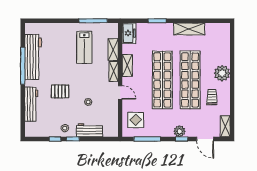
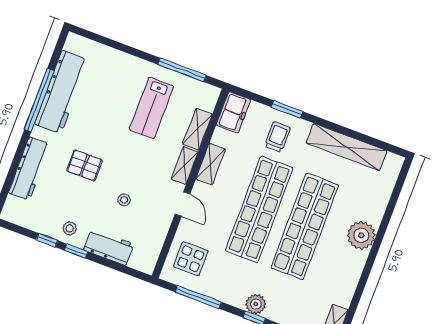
shelving: (189, 29) -> (347, 147), width x1.47
trolley: (212, 97) -> (277, 137), moved

